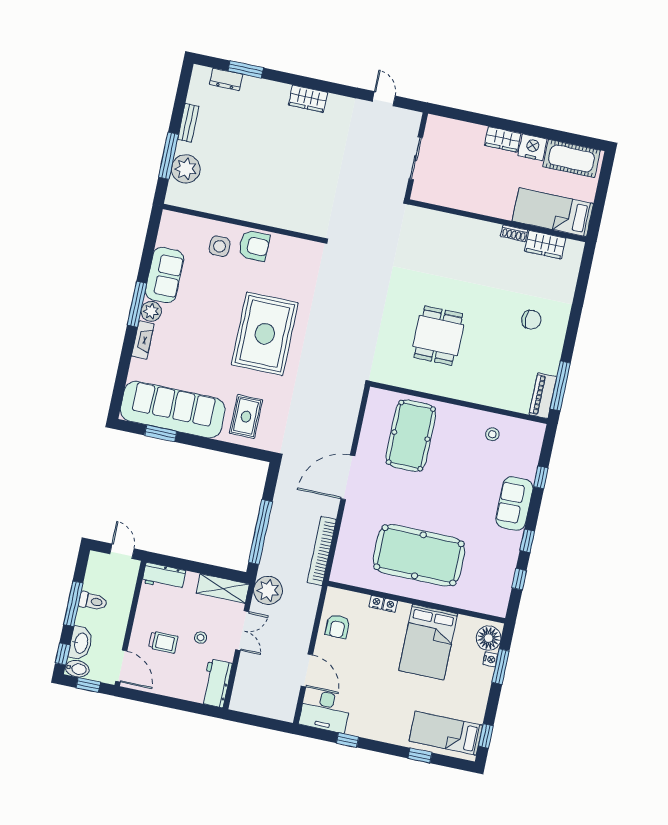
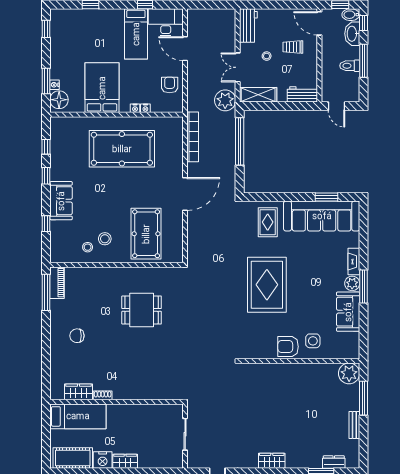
plant: (186, 169) -> (349, 373), moved
dining table: (438, 336) -> (142, 310), turned 90
stool: (467, 441) -> (105, 239), added
bed: (446, 733) -> (136, 34), moved, turned 90

